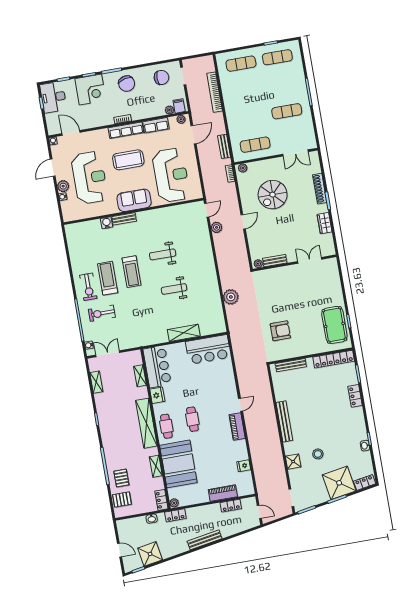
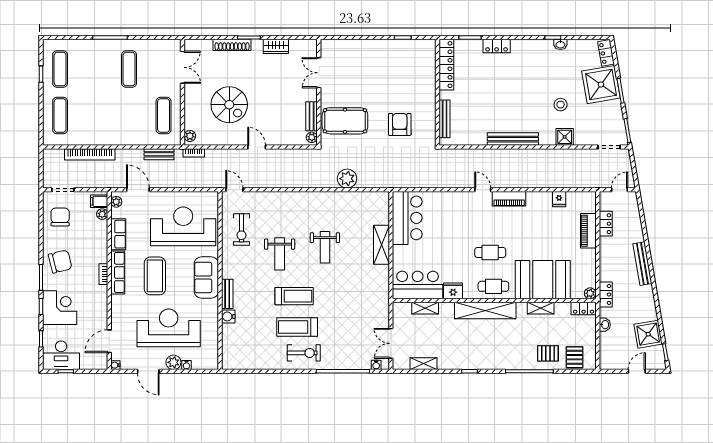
plant: (217, 227) -> (258, 181), removed
exercise bike: (102, 313) -> (241, 230), moved
pool table: (334, 325) -> (345, 121), moved

